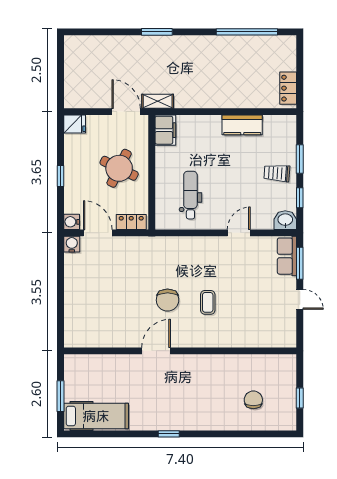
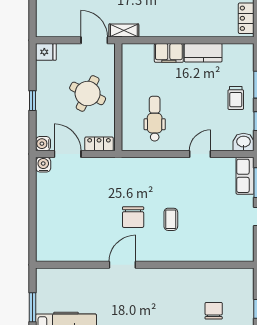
filing cabinet: (165, 130) -> (169, 53), moved, turned 90
trolley: (277, 173) -> (236, 98), turned -94

